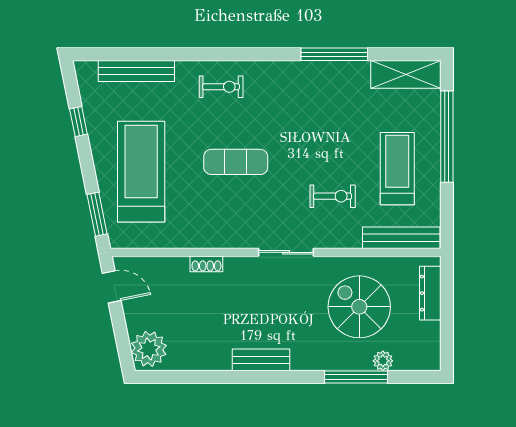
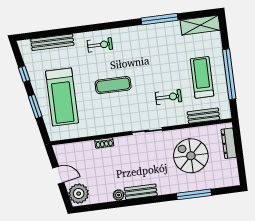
window: (447, 137) -> (229, 74), moved
treadmill: (141, 172) -> (62, 97), turned 180
window: (97, 214) -> (35, 106), moved
bench: (401, 238) -> (203, 116), width x0.73
door: (112, 287) -> (58, 175), moved
plant: (383, 361) -> (119, 195), moved

